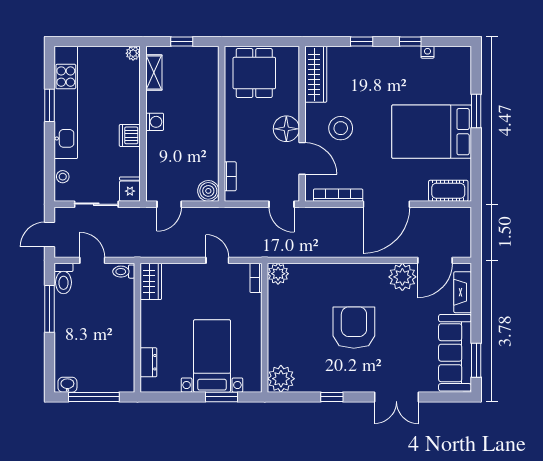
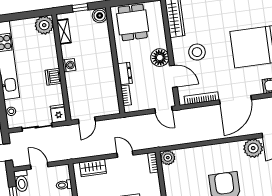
plant: (133, 53) -> (44, 25), width x1.88, depth x1.88
dresser: (233, 145) -> (125, 73), added
boiler: (208, 191) -> (100, 16), moved
toilet: (124, 272) -> (64, 185), moved
wardrobe: (151, 281) -> (93, 168), moved, turned 90

